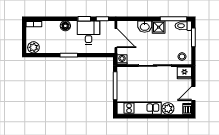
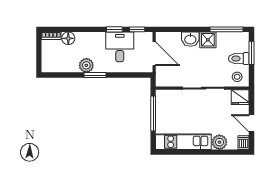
floor lamp: (65, 26) -> (68, 38), moved
toilet: (183, 26) -> (239, 59), moved
plant: (33, 47) -> (86, 65), moved
washing machine: (122, 59) -> (162, 80), removed
door: (193, 94) -> (251, 123), hinge flipped

